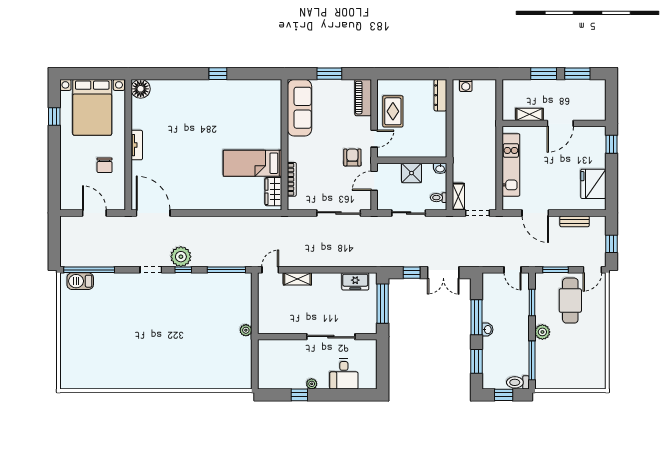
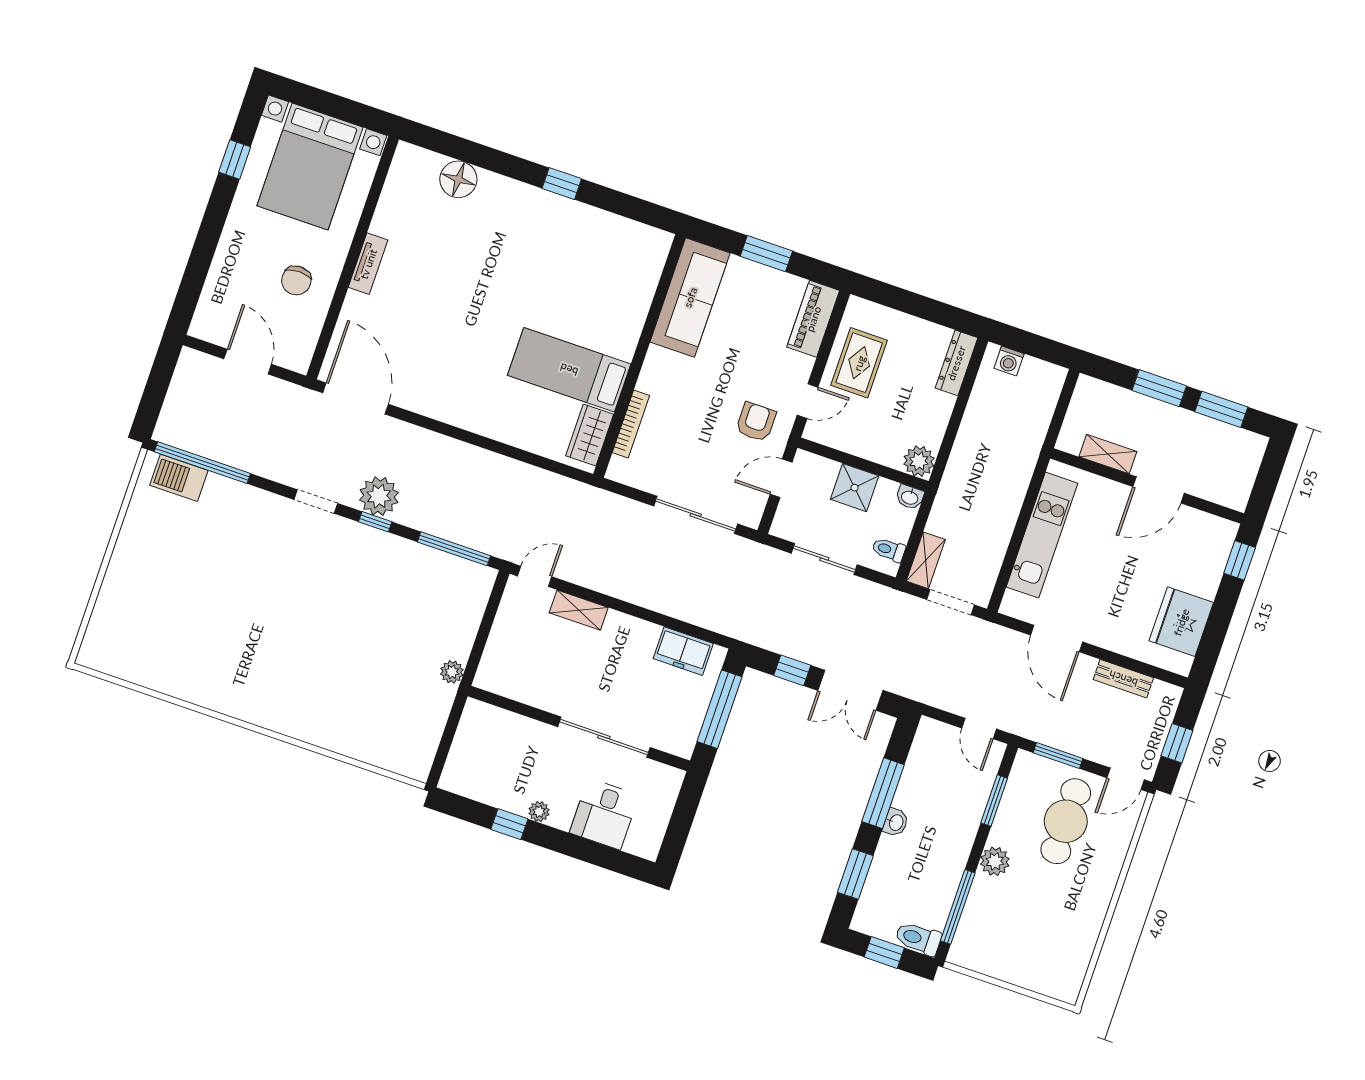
floor lamp: (141, 89) -> (458, 179), moved
plant: (439, 149) -> (919, 461), added

